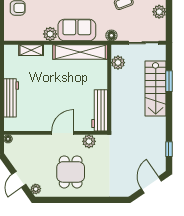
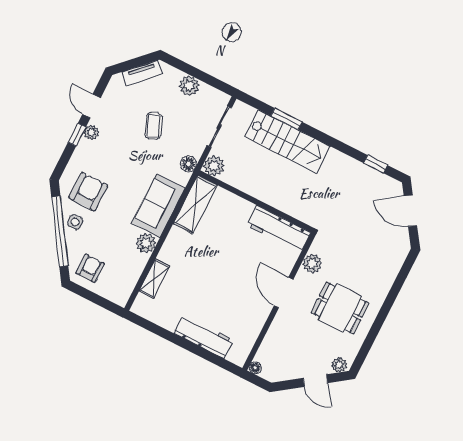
shelving: (80, 52) -> (195, 204), width x0.68
plant: (118, 63) -> (214, 166), moved

